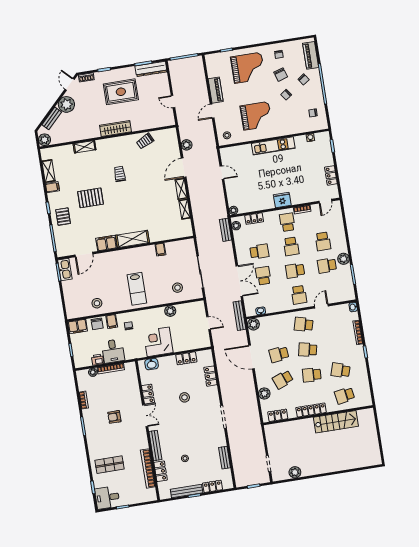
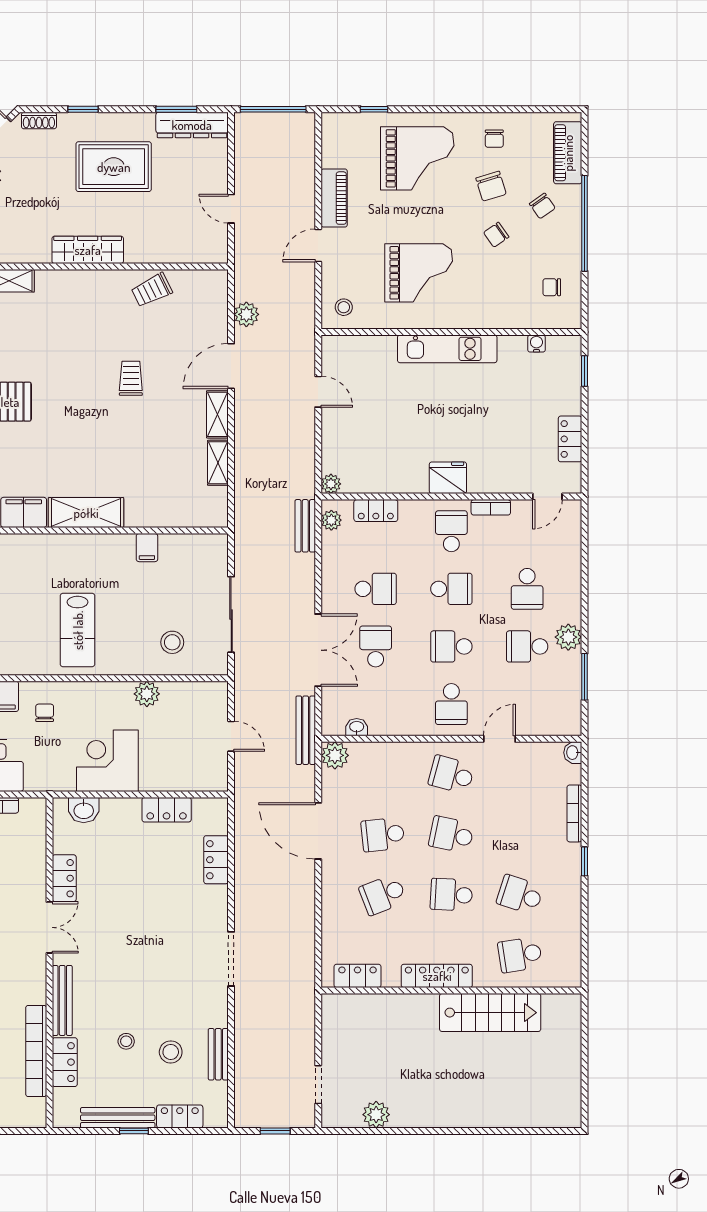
trolley: (120, 174) -> (131, 378), moved
school desk: (291, 246) -> (451, 589), turned -90
plant: (264, 394) -> (334, 920), removed
stool: (185, 397) -> (171, 1052), moved

